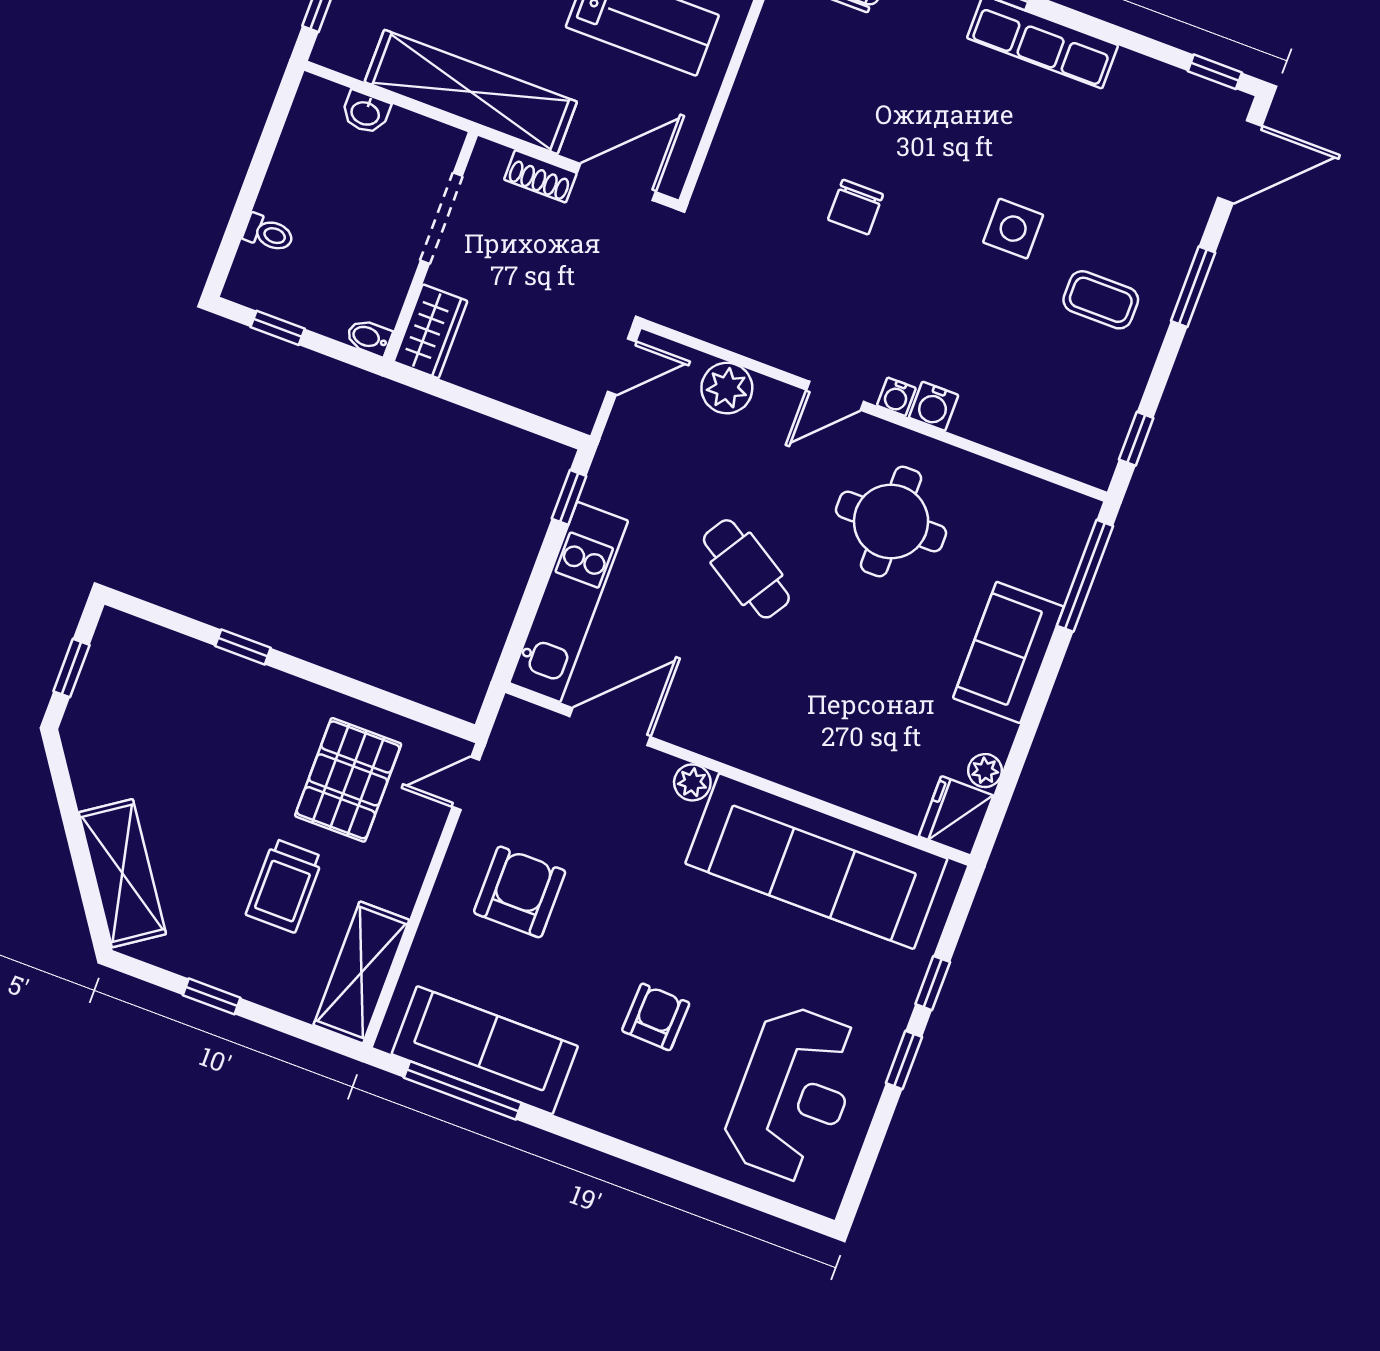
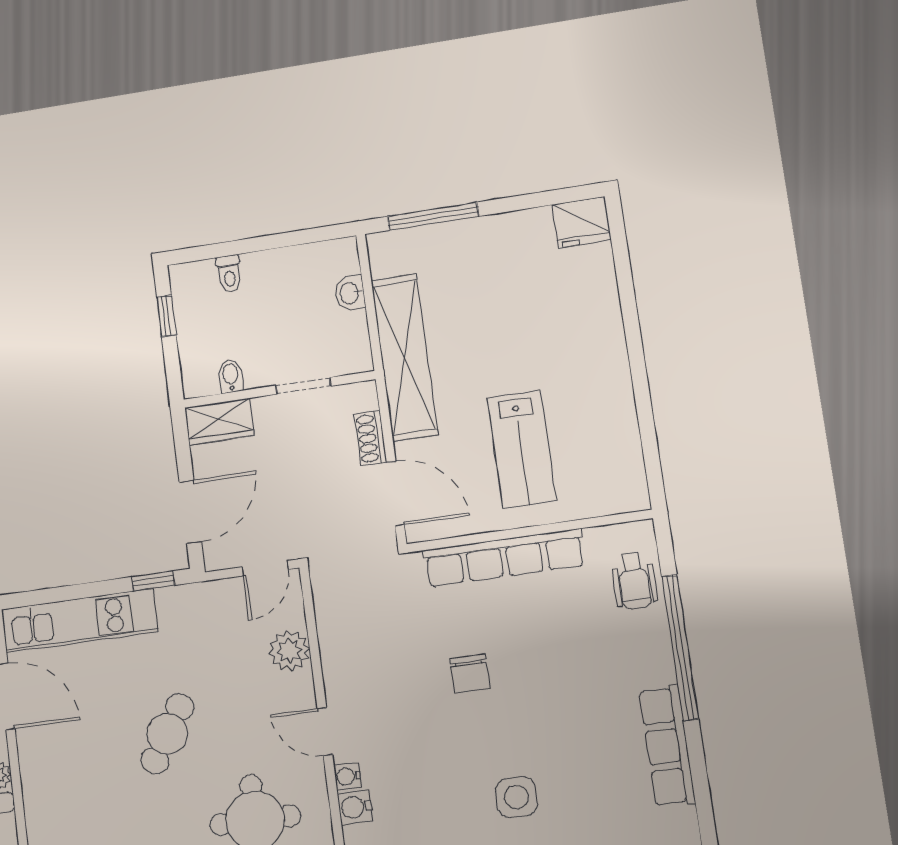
row of seats: (750, 104) -> (504, 558), added
chair: (855, 207) -> (470, 674), turned -90
doorway: (441, 218) -> (303, 386), width x0.73
bidet: (369, 337) -> (231, 376), moved
door: (622, 367) -> (265, 568), hinge flipped
door: (514, 416) -> (190, 512), added

